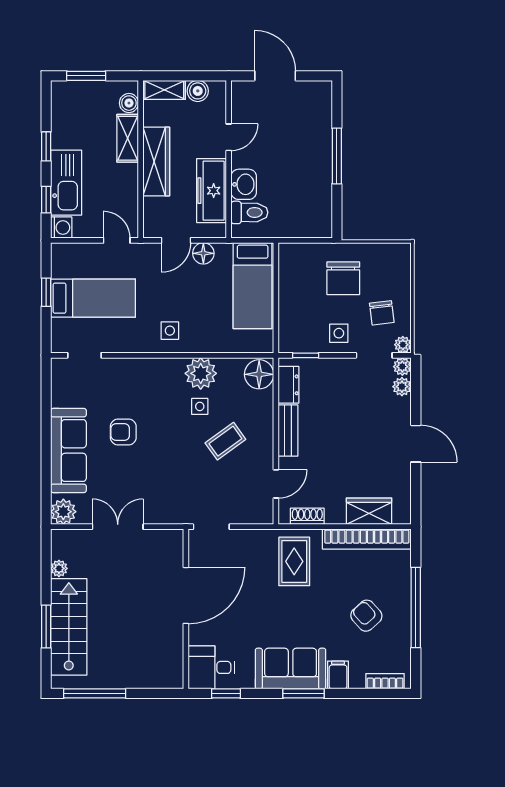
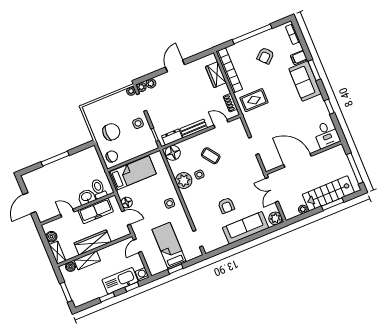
chair: (382, 313) -> (112, 156), moved
door: (186, 595) -> (297, 160), moved
wall: (186, 609) -> (304, 158), moved
desk: (211, 667) -> (326, 134), moved

